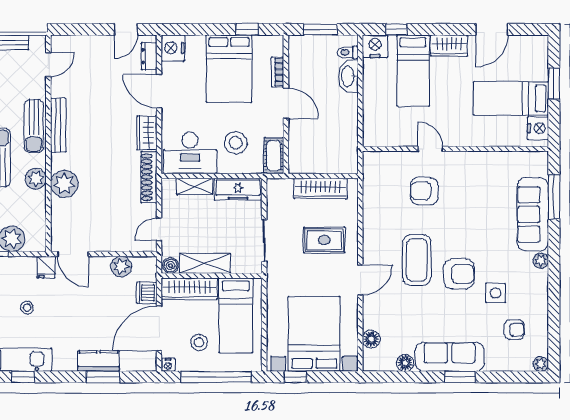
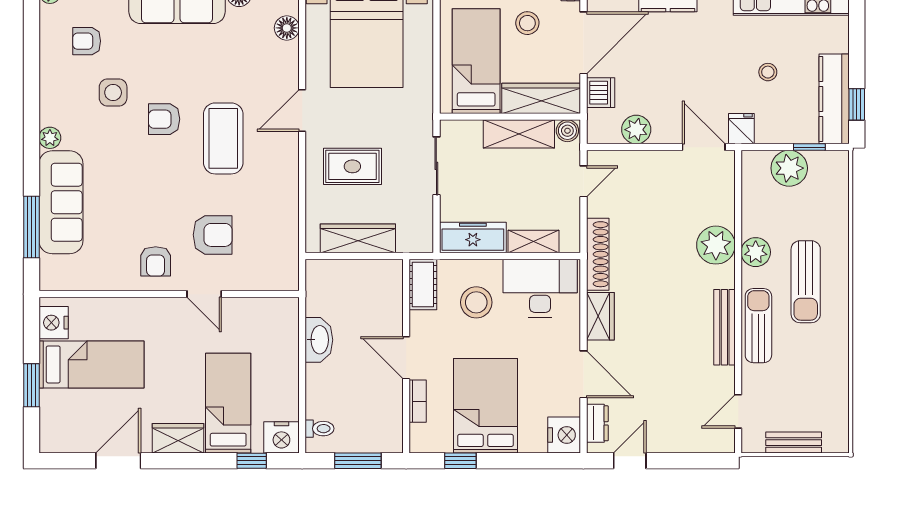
washbasin: (348, 76) -> (319, 340), moved
armchair: (465, 172) -> (156, 261), added
armchair: (459, 274) -> (164, 119), width x0.72, depth x0.72

